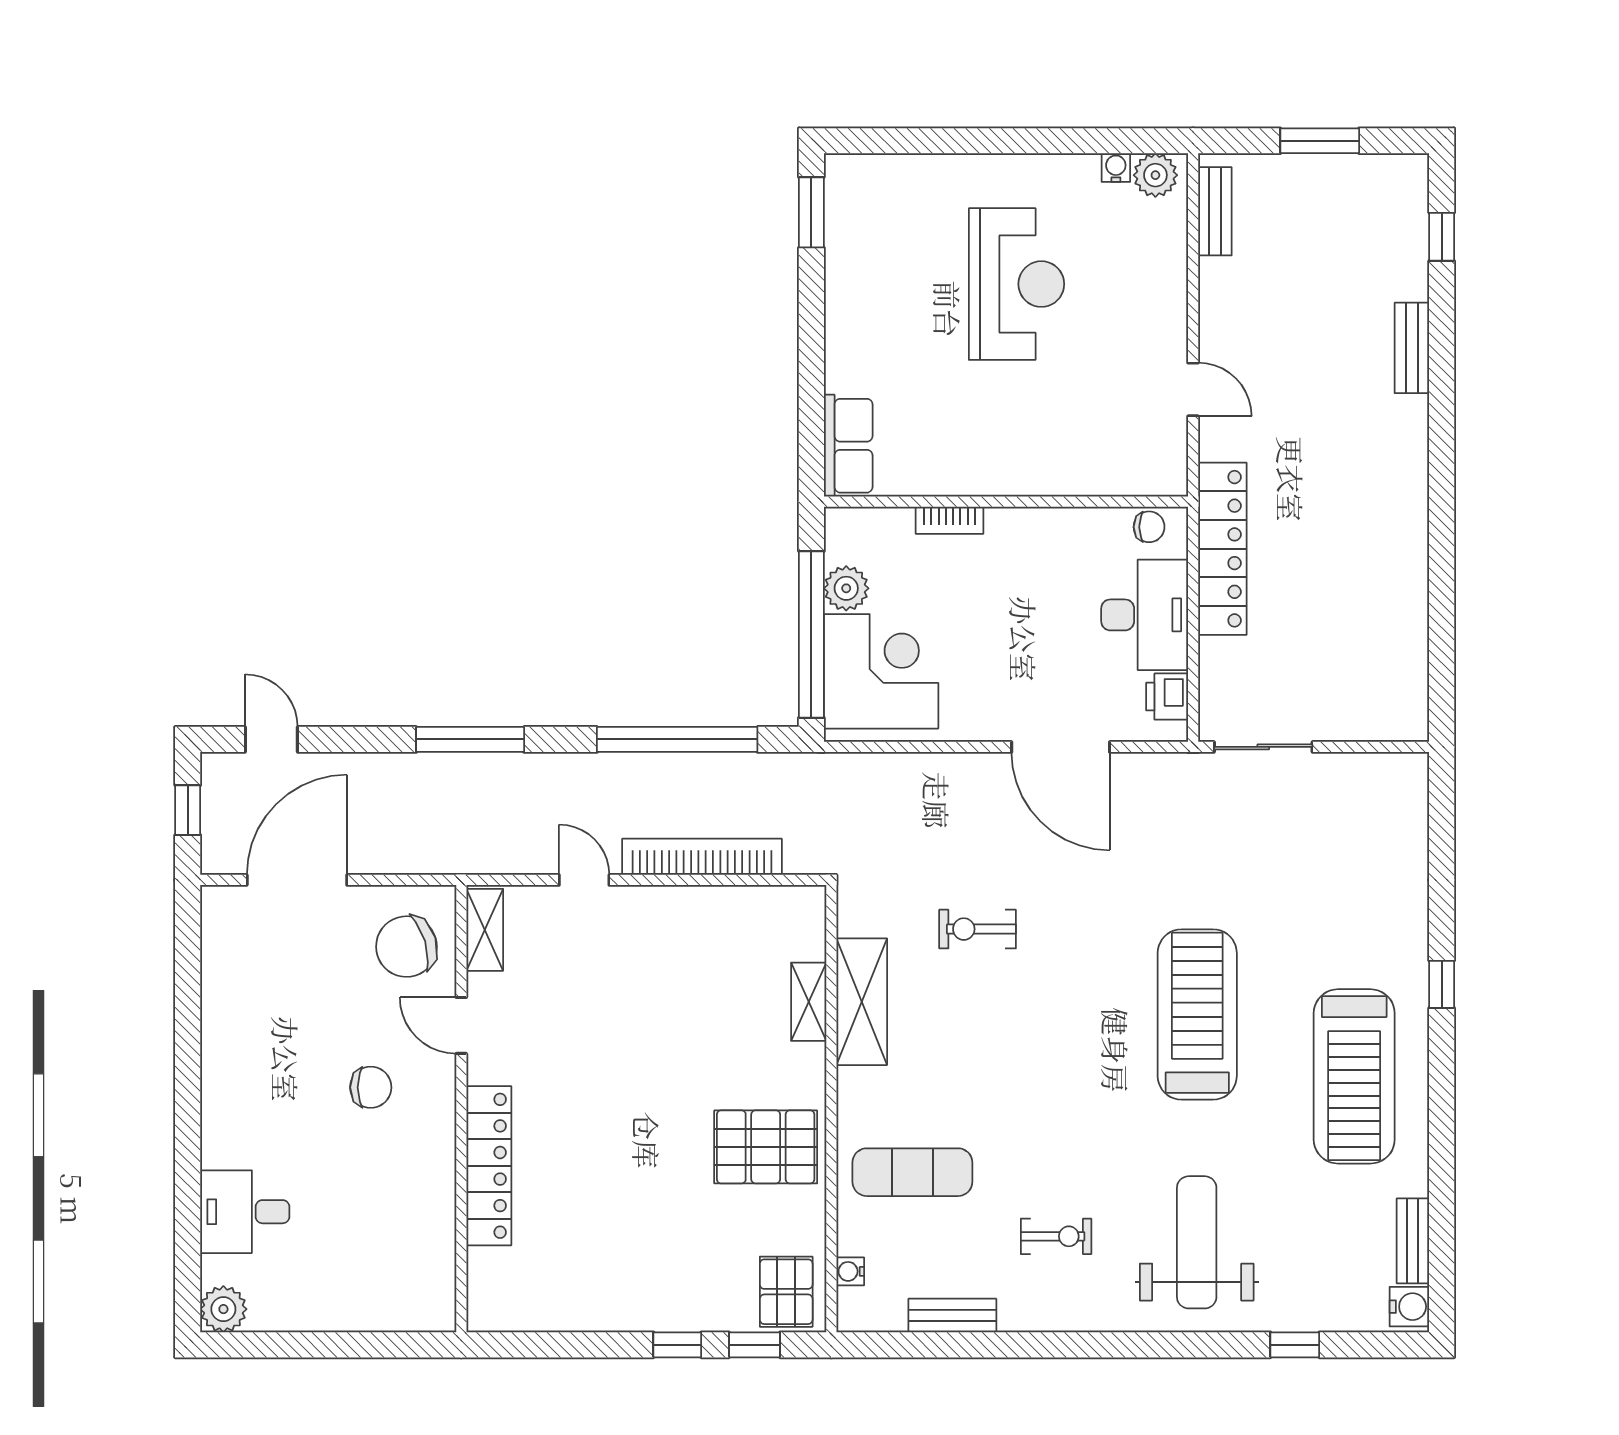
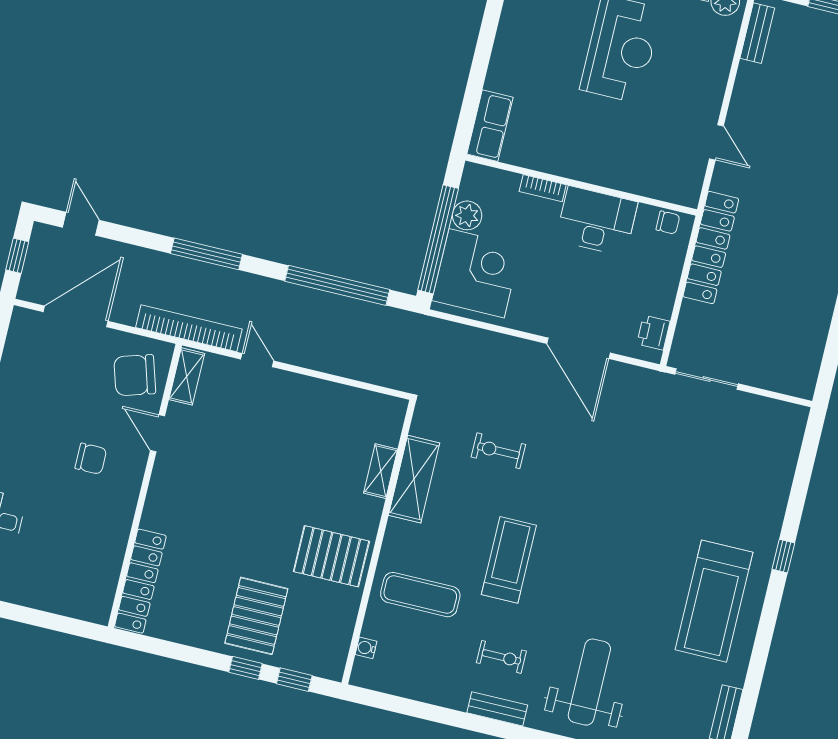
desk: (1145, 615) -> (597, 221), moved, turned -90
bookcase: (702, 857) -> (189, 328), moved
treadmill: (1197, 1014) -> (509, 560), moved, width x0.73, depth x0.73
locker: (489, 1166) -> (140, 581), moved
pallet: (786, 1292) -> (256, 616), moved, width x1.50, depth x1.42
bench: (952, 1316) -> (497, 709), moved

